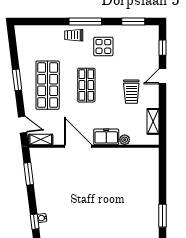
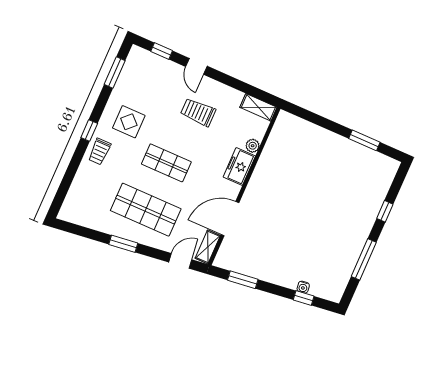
window: (85, 22) -> (89, 130), width x0.46
trolley: (131, 92) -> (198, 112), turned 180
shelving: (153, 121) -> (258, 107), moved
door: (78, 146) -> (230, 219), moved

